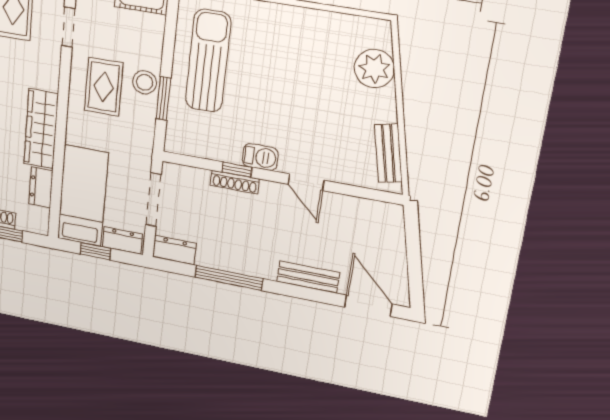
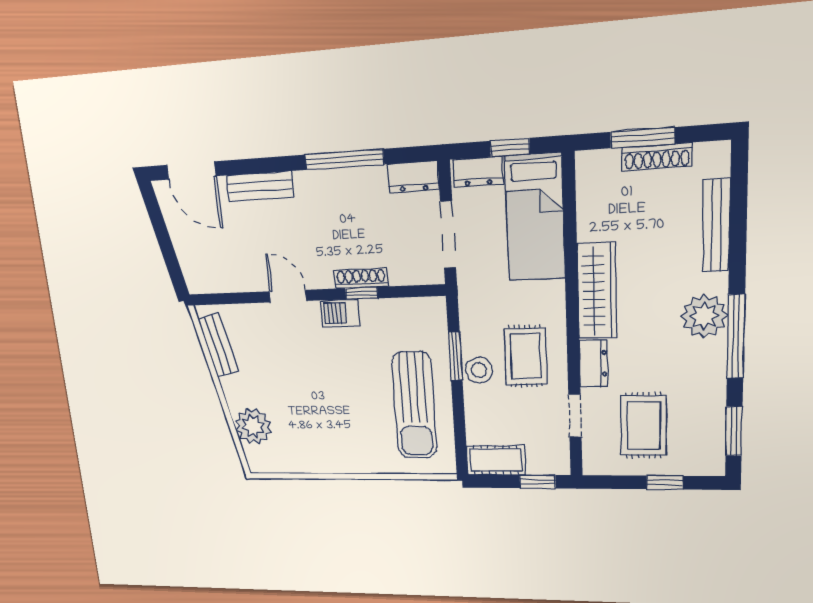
dresser: (41, 187) -> (594, 364), moved

